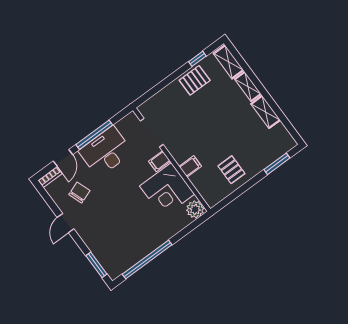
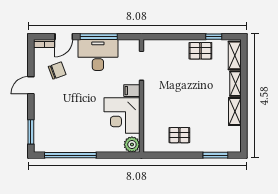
filing cabinet: (190, 166) -> (151, 111), removed
pallet: (231, 170) -> (179, 135), turned 90

